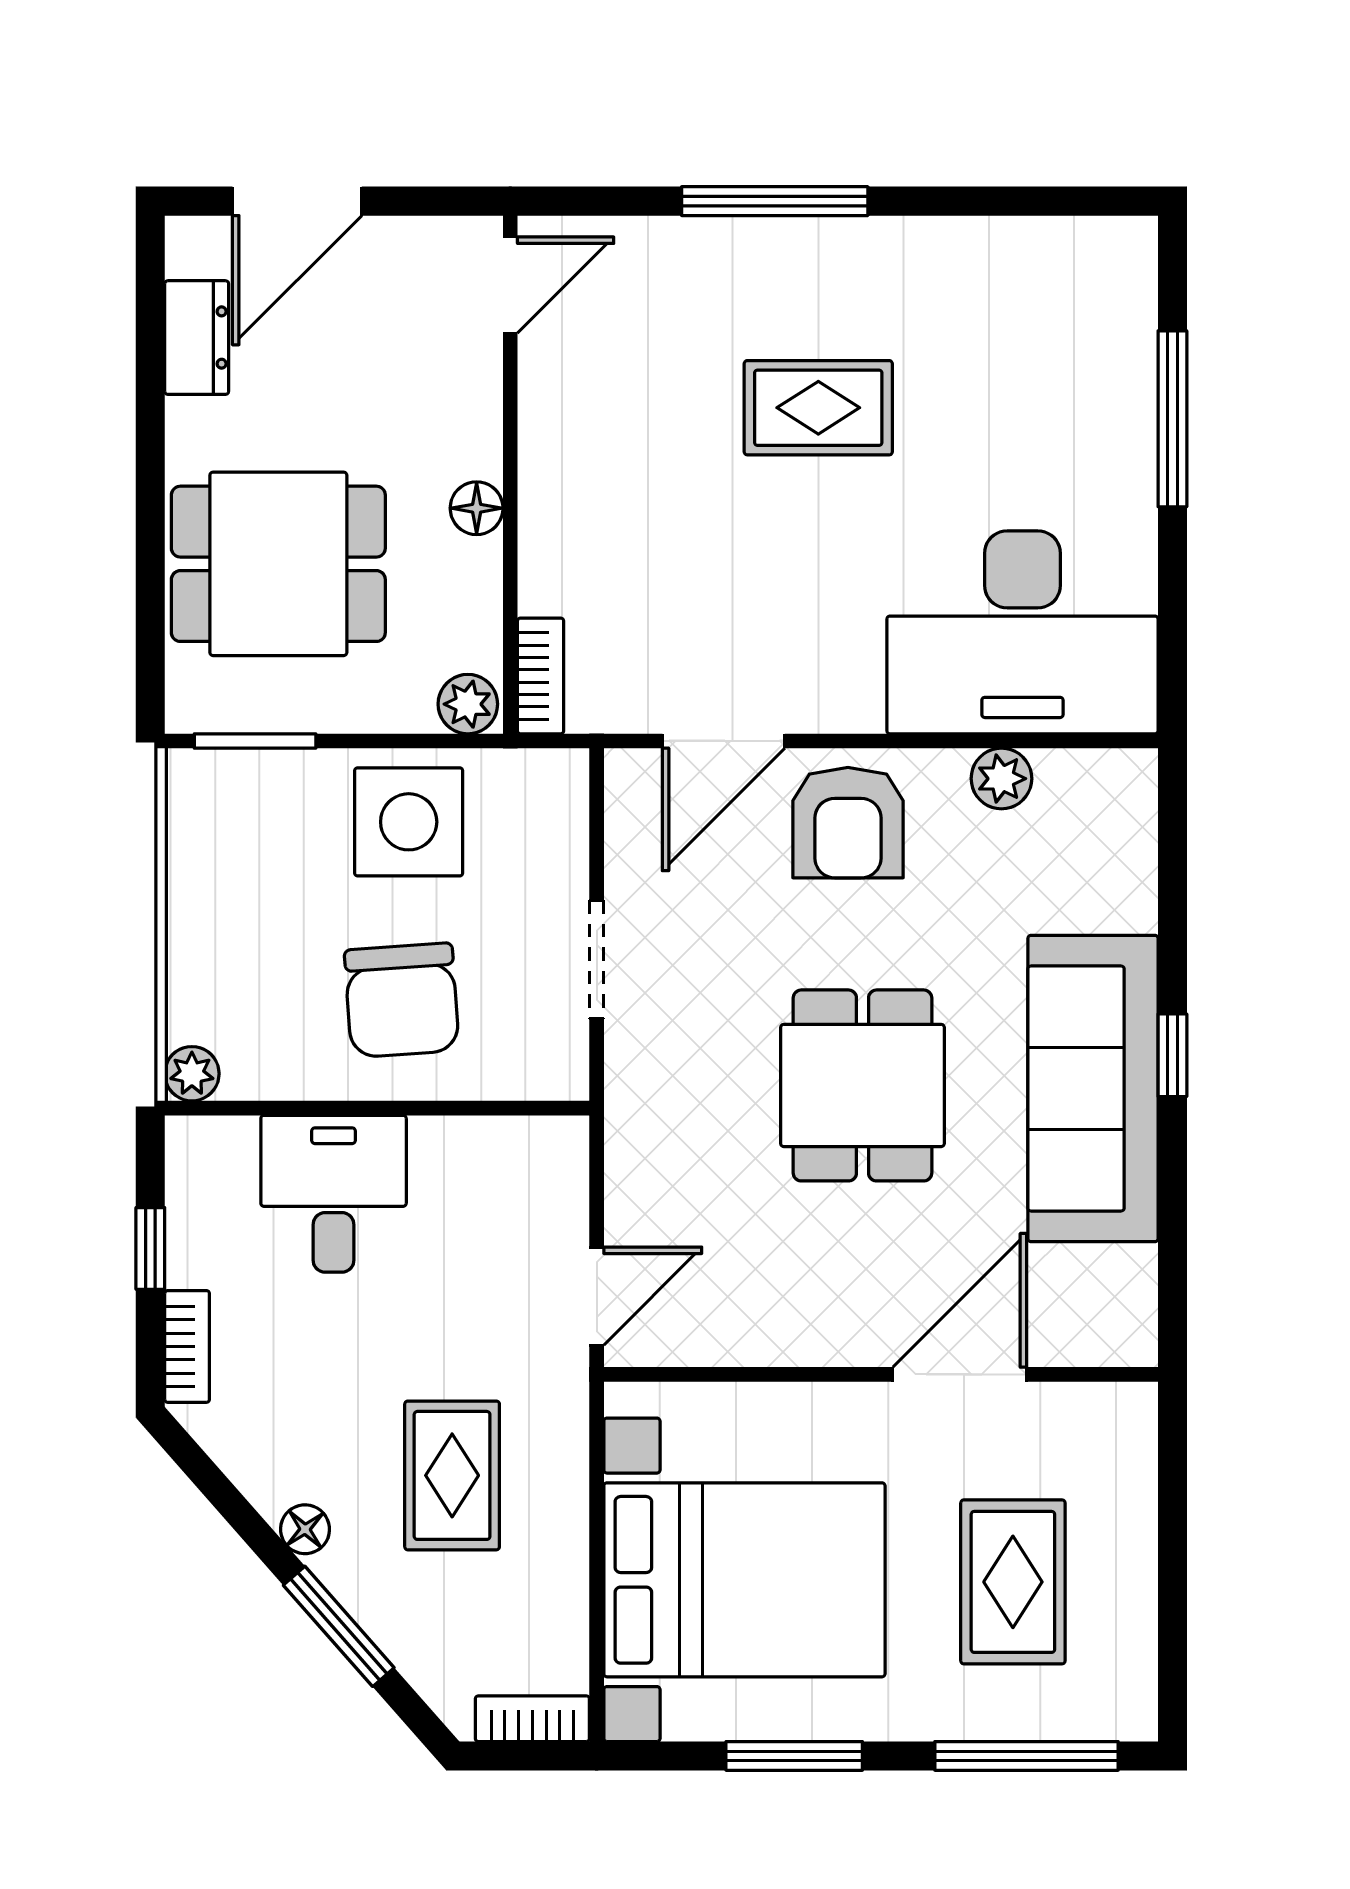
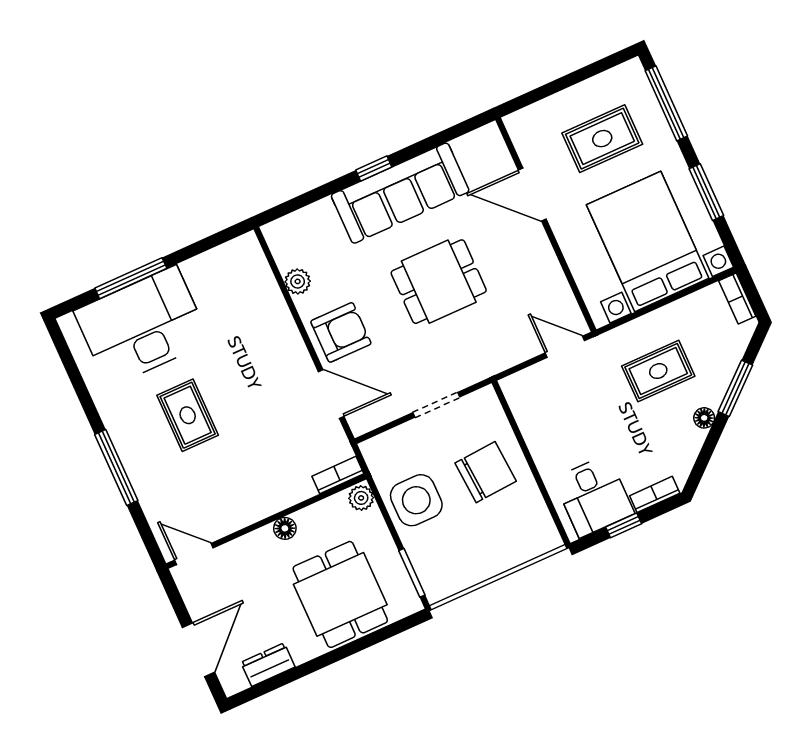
door: (297, 201) -> (199, 650), hinge flipped
desk: (1022, 632) -> (142, 326), moved, turned -90
plant: (192, 1074) -> (550, 540), removed
desk: (334, 1194) -> (594, 496), moved, turned -90

